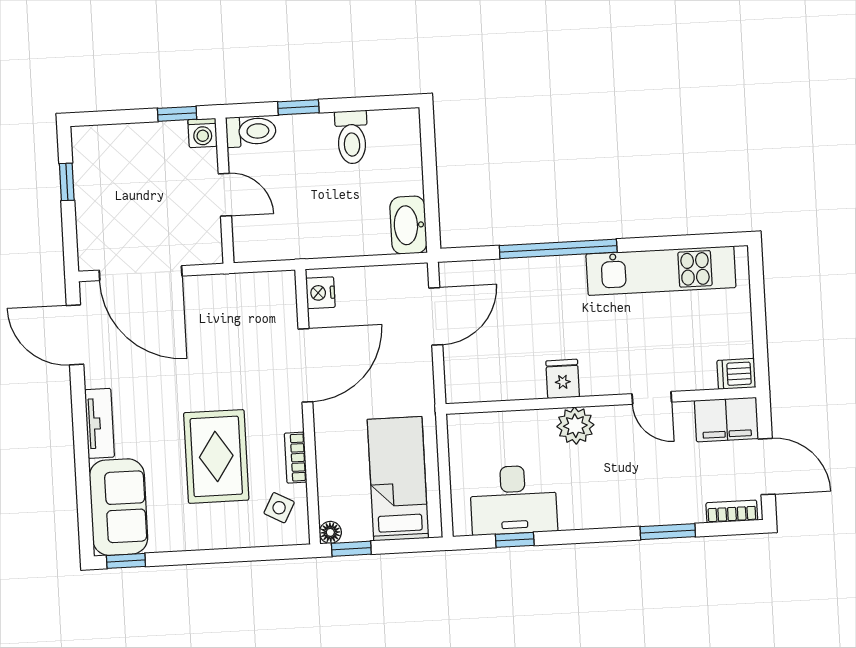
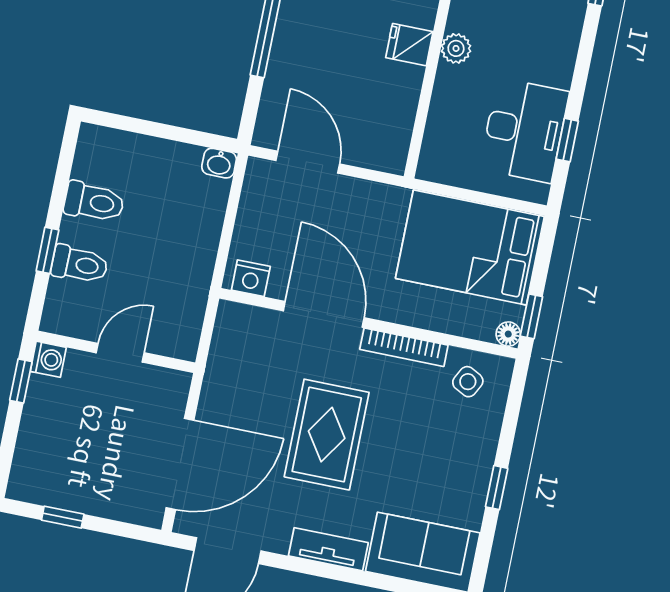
toilet: (251, 131) -> (80, 264), moved, turned 90
washbasin: (408, 225) -> (219, 163), width x0.52, depth x0.69
plant: (575, 426) -> (456, 48), width x0.73, depth x0.73
rug: (216, 456) -> (327, 435), moved, turned 90
bookcase: (296, 458) -> (404, 347), width x1.56
bed: (398, 479) -> (470, 247), width x1.50
window: (126, 561) -> (497, 488), moved

